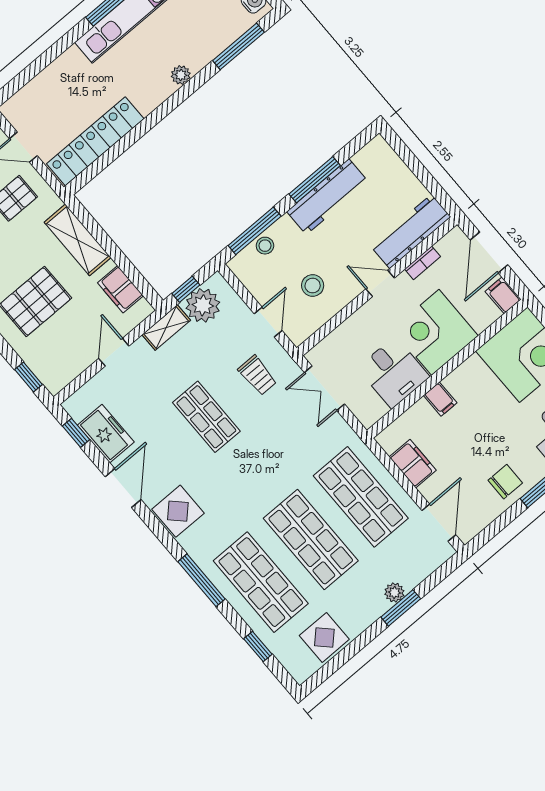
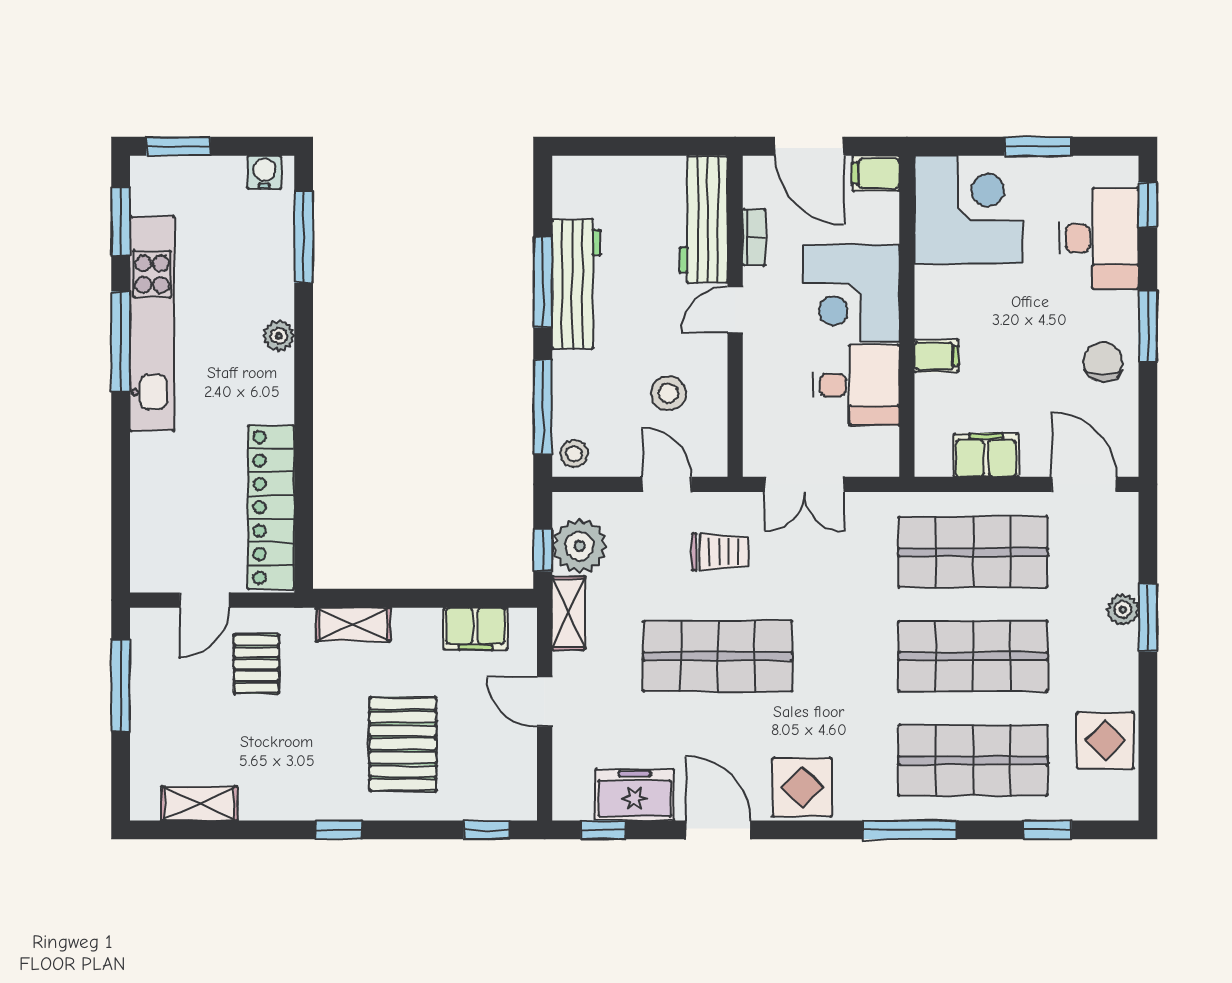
shelving: (78, 240) -> (353, 624), width x0.67, depth x0.75
stool: (265, 246) -> (574, 454), moved
shop shelf: (206, 417) -> (718, 656), width x1.43, depth x1.36

